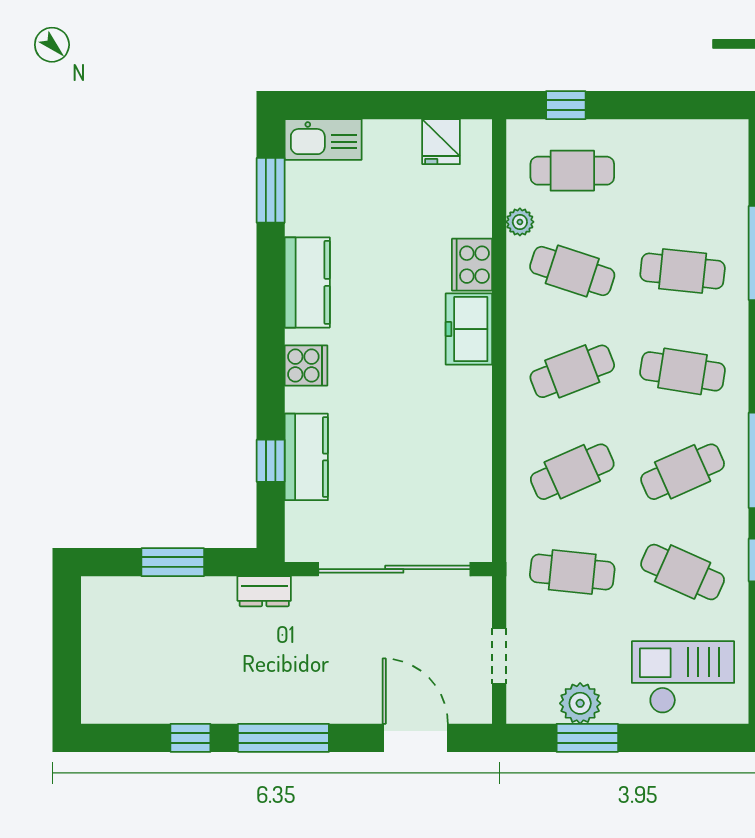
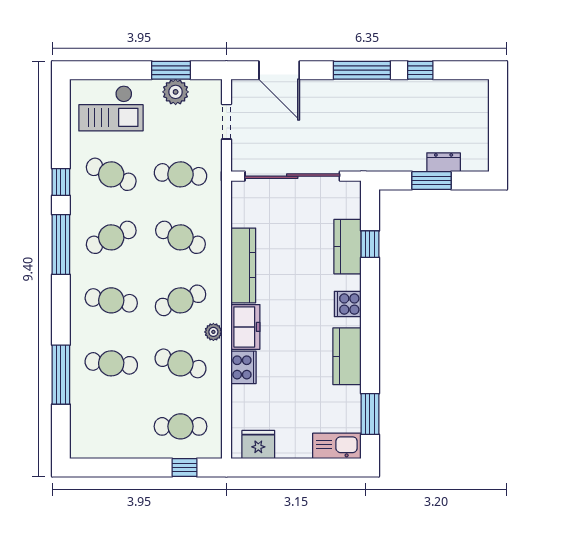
fridge: (441, 142) -> (258, 445), width x1.38
plant: (520, 222) -> (213, 332), moved
kitchen counter: (472, 427) -> (243, 265), added
cafe table: (572, 472) -> (180, 237), turned 48
dresser: (264, 591) -> (444, 162), moved

